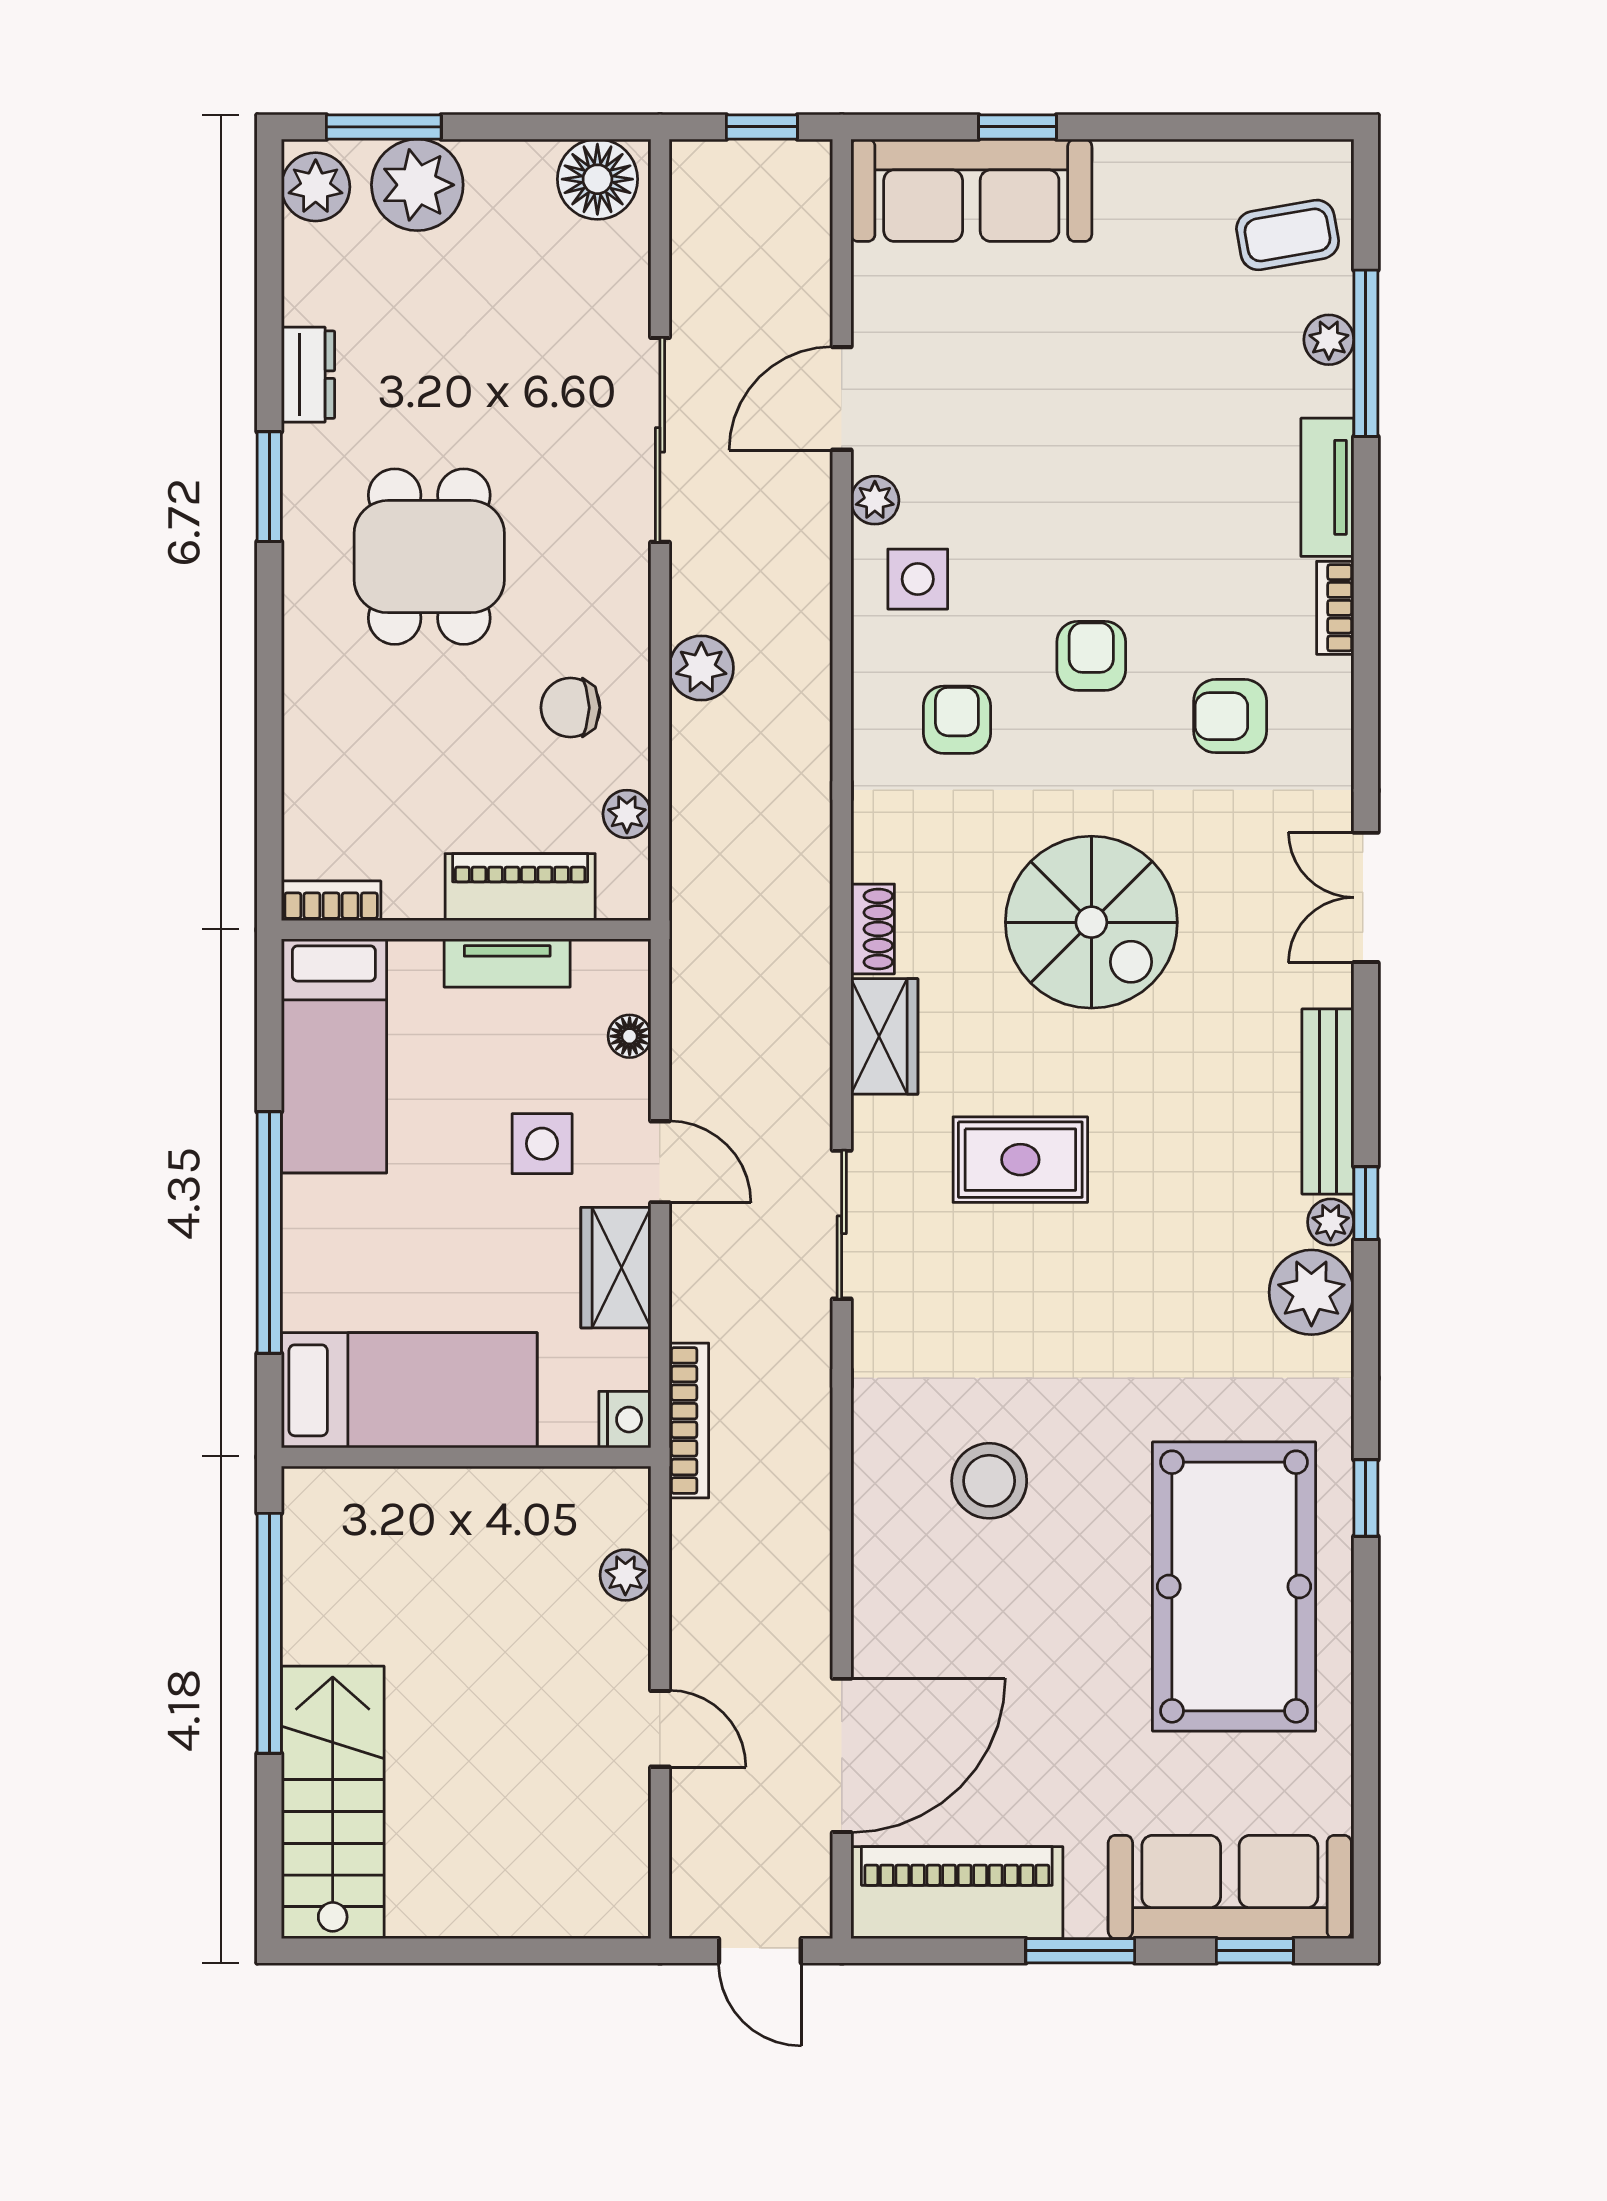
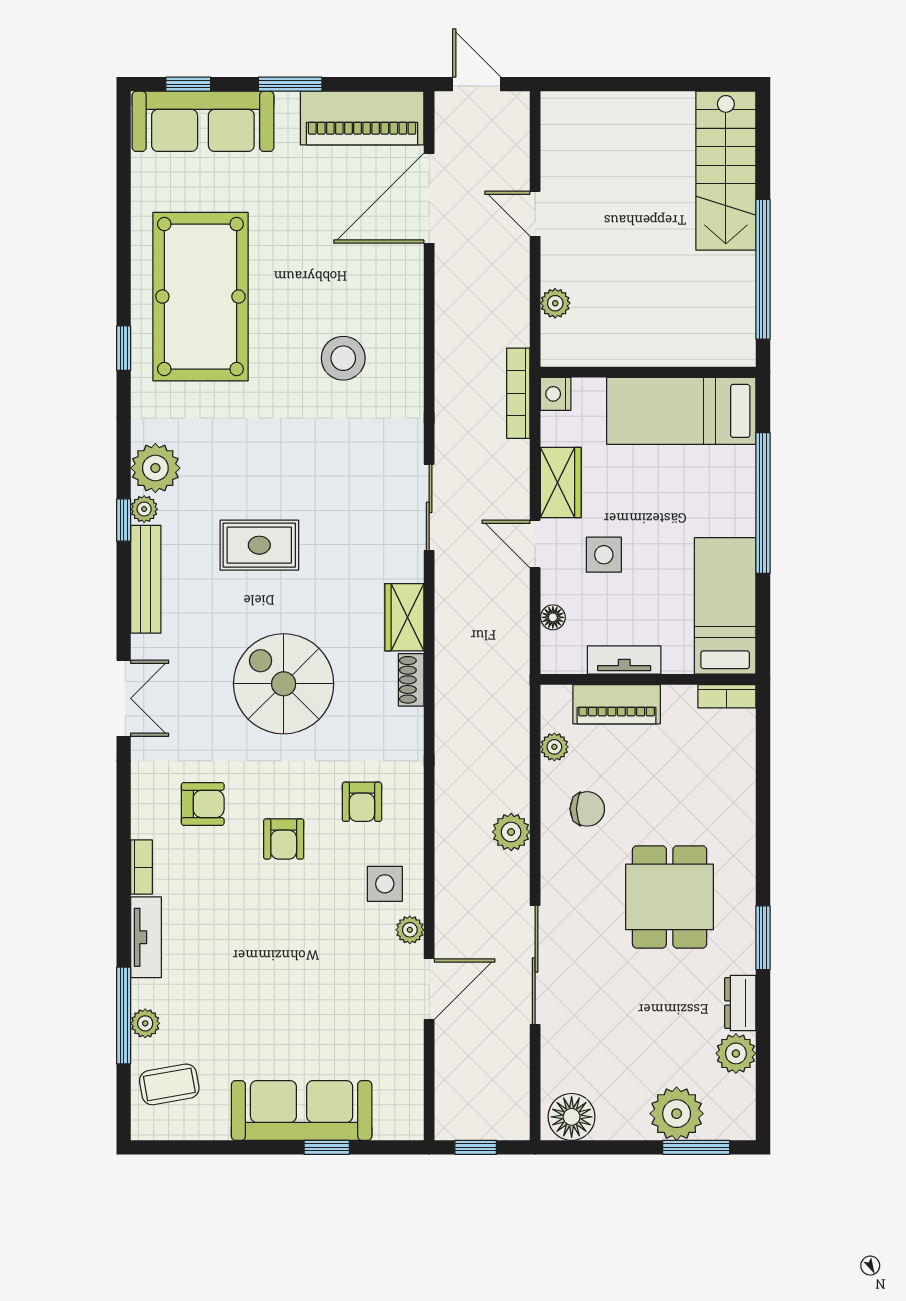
plant: (316, 187) -> (736, 1053), moved
sofa: (971, 190) -> (302, 1110), moved
rug: (1020, 1160) -> (259, 545), moved

